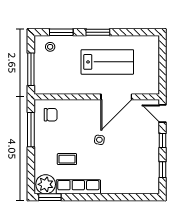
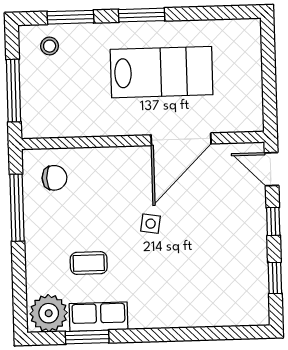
row of seats: (78, 187) -> (99, 317), width x0.68
window: (50, 197) -> (87, 337), moved

